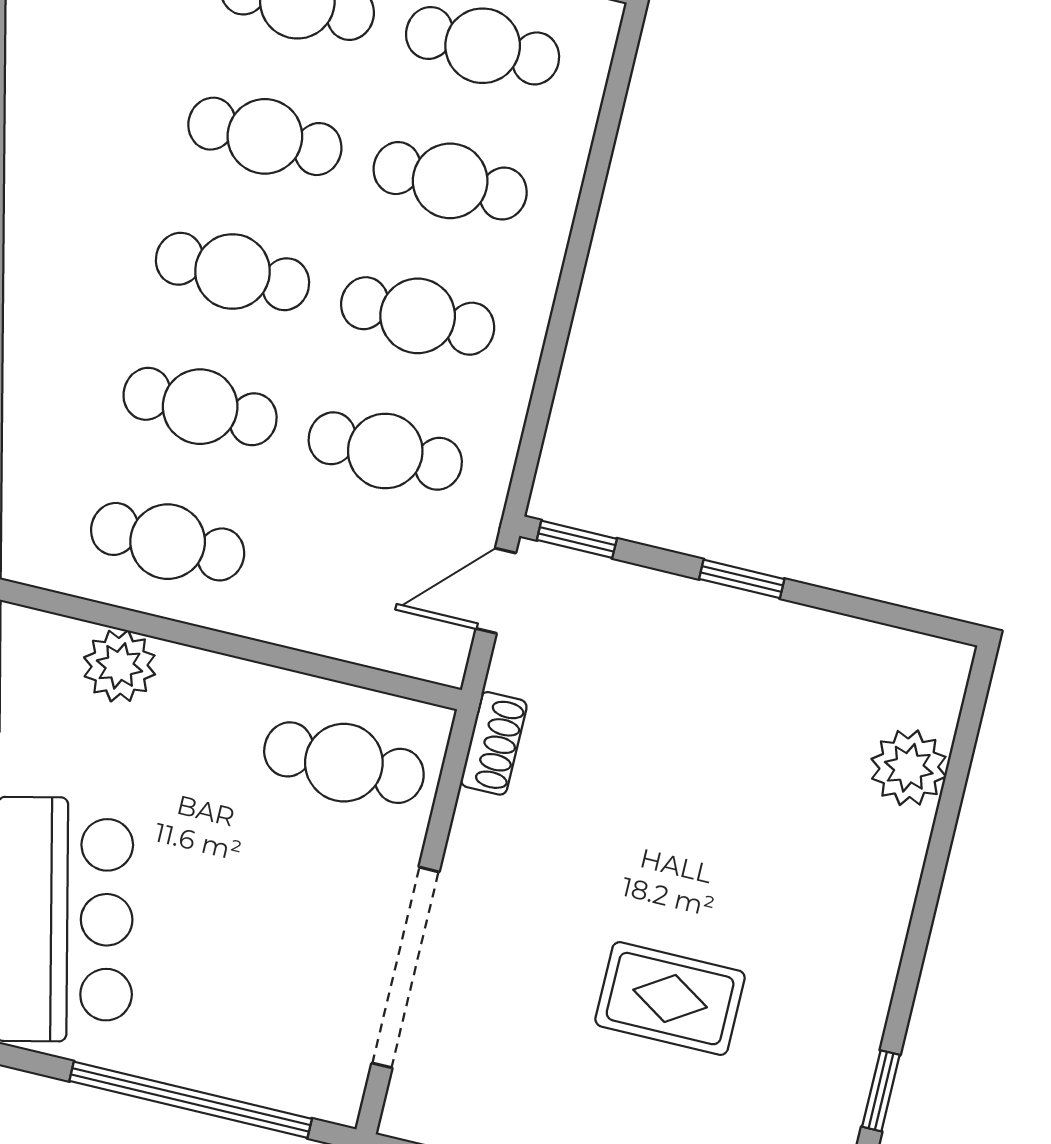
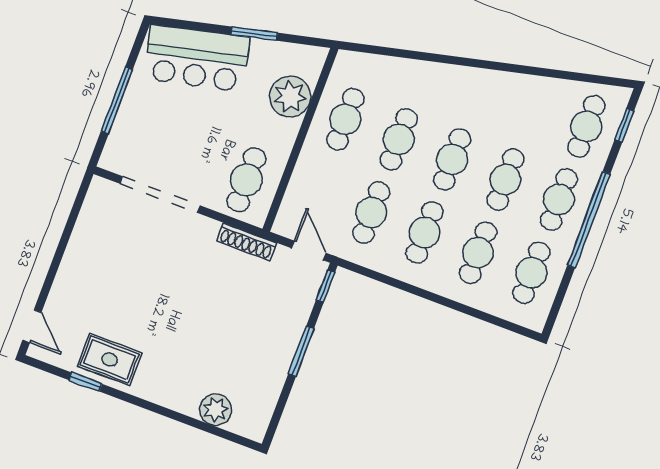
window: (742, 579) -> (301, 351), width x1.50
plant: (120, 666) -> (290, 97), width x1.36, depth x1.36
shoe rack: (494, 743) -> (247, 242), width x1.43
rug: (670, 999) -> (110, 359), moved, turned 90
window: (191, 1100) -> (117, 100), width x0.68

